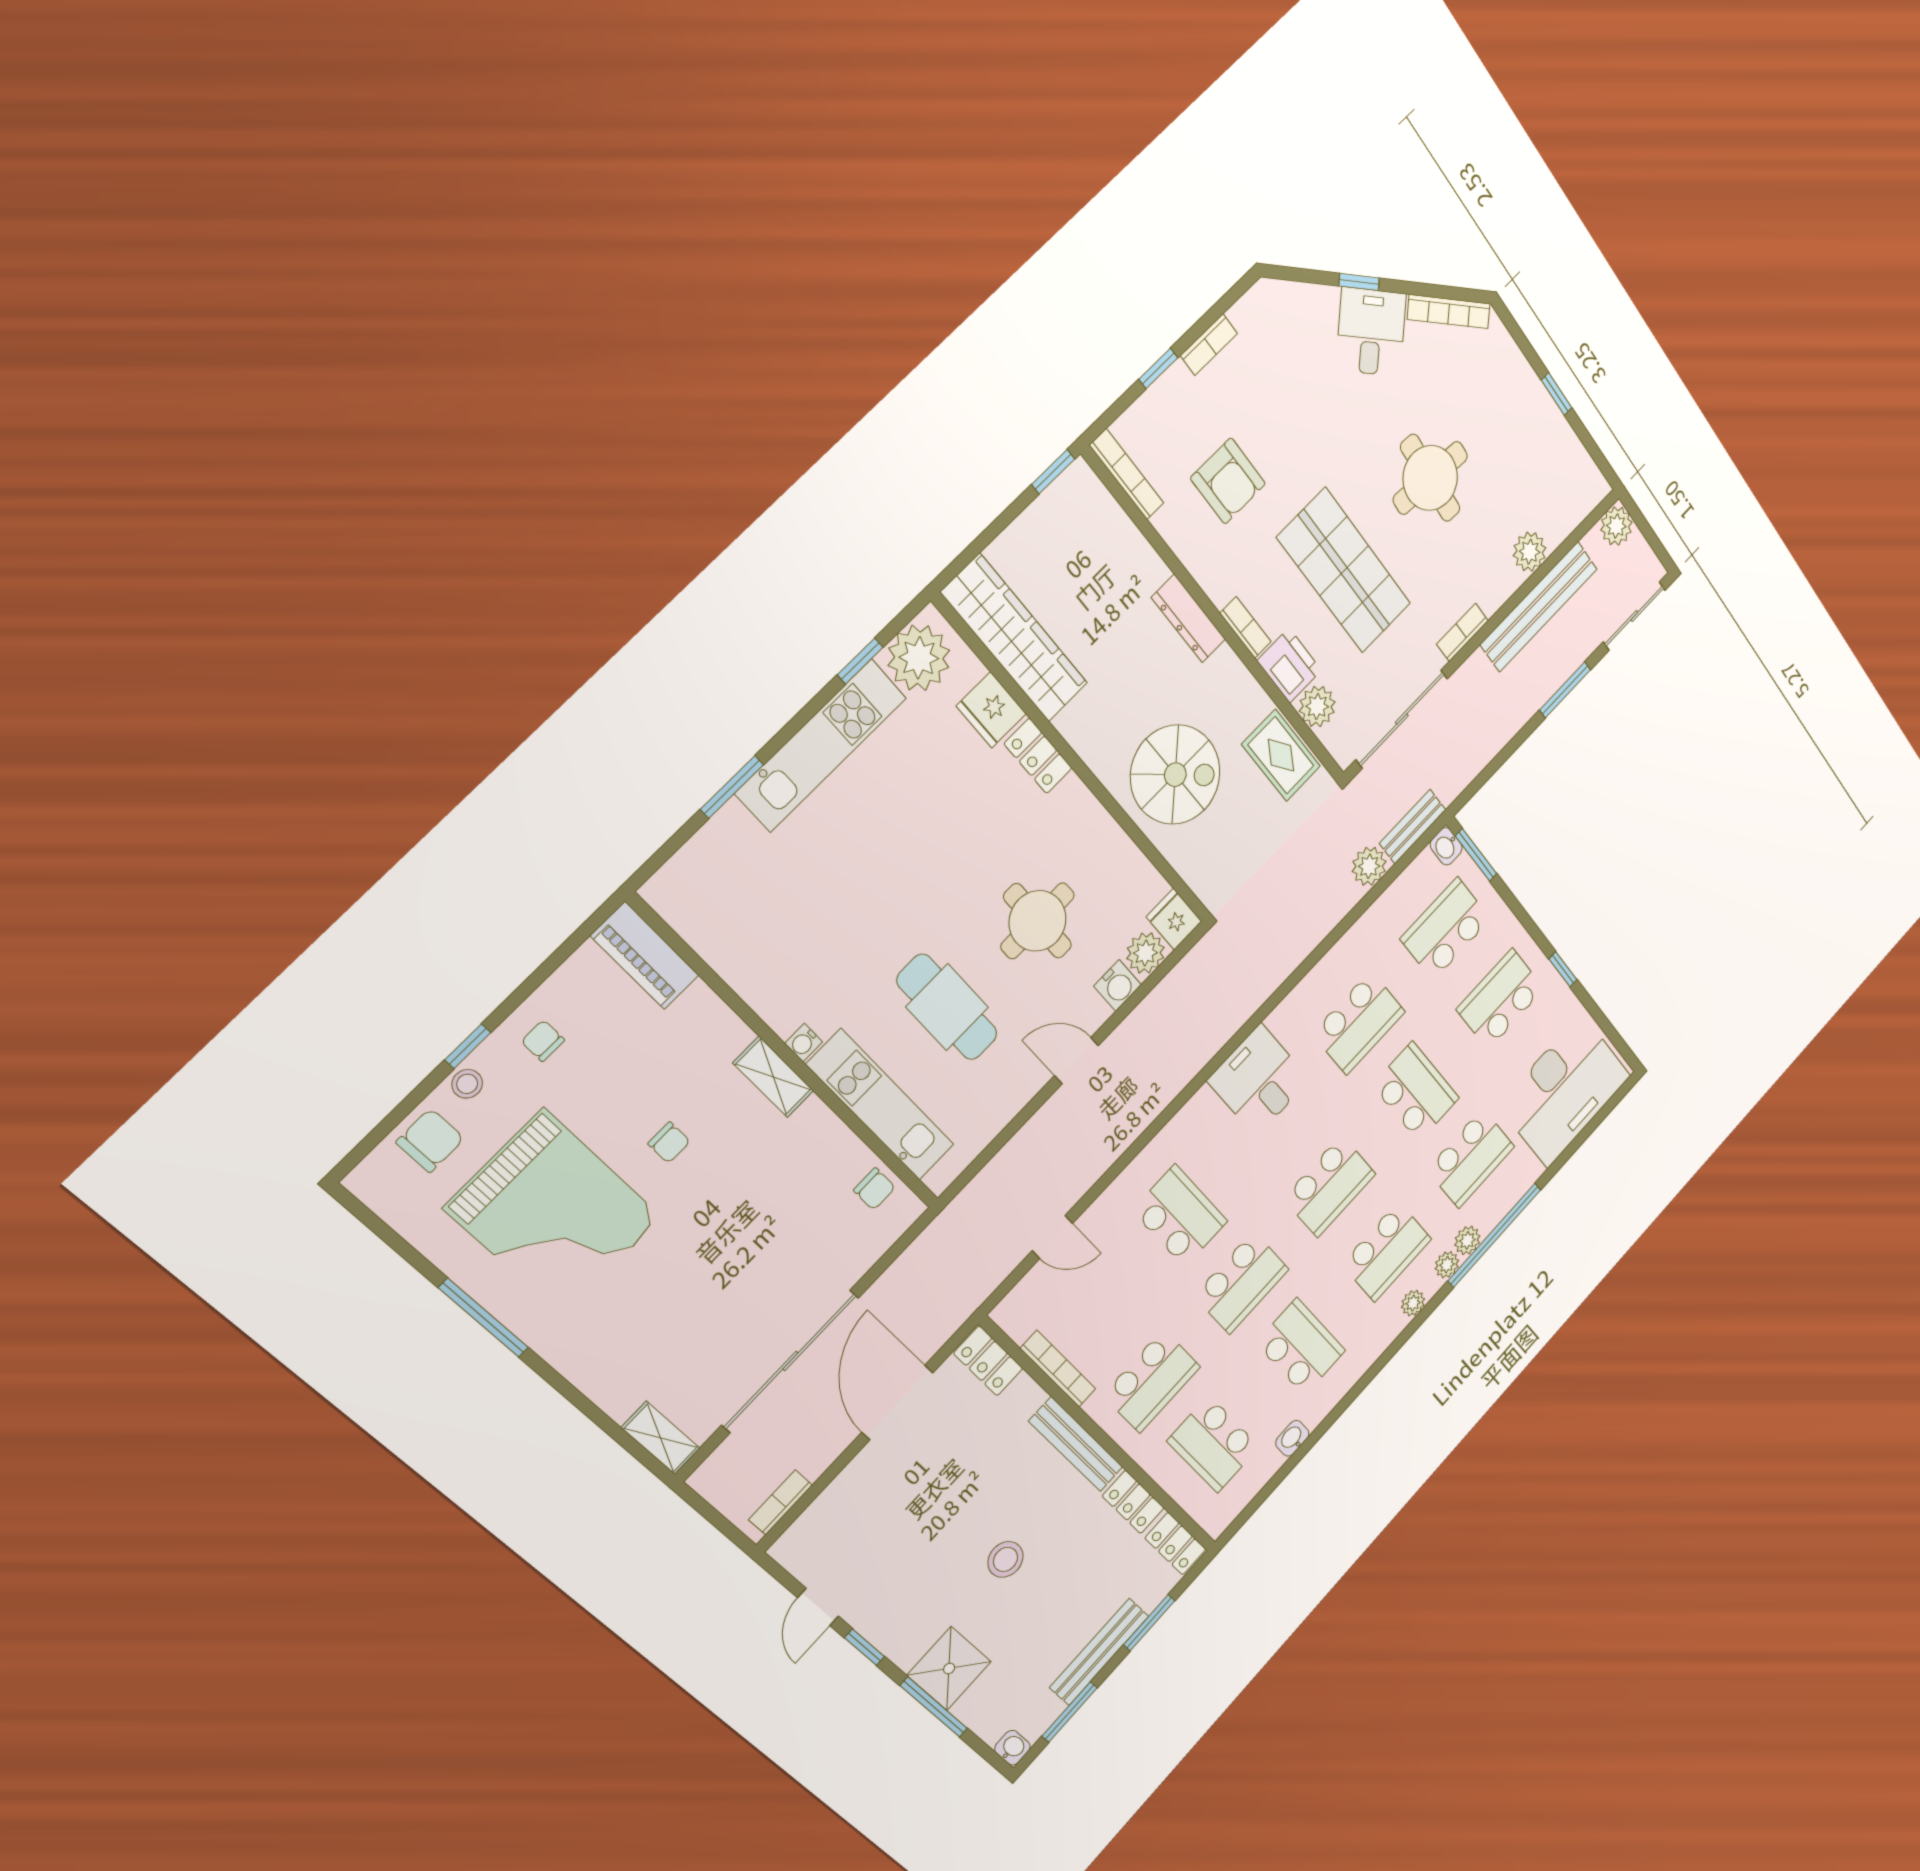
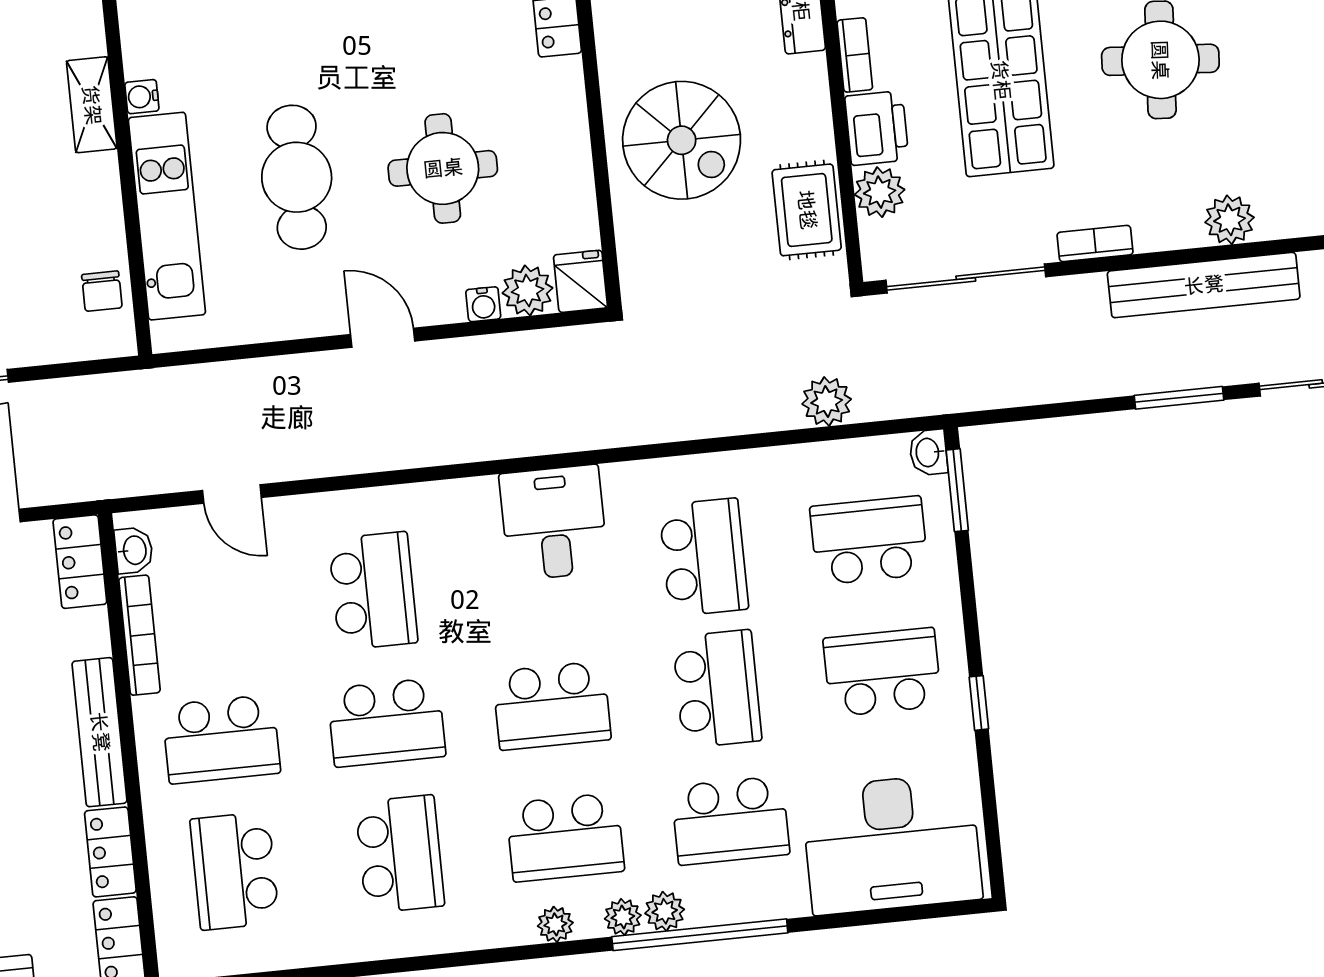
bench: (1413, 827) -> (904, 400), removed
water cooler: (1118, 985) -> (483, 304), width x0.72, depth x0.72
school desk: (1359, 1023) -> (704, 557), turned -90
washbasin: (1292, 1438) -> (134, 550), moved, turned 90

